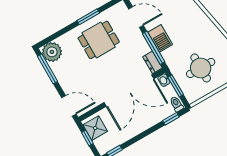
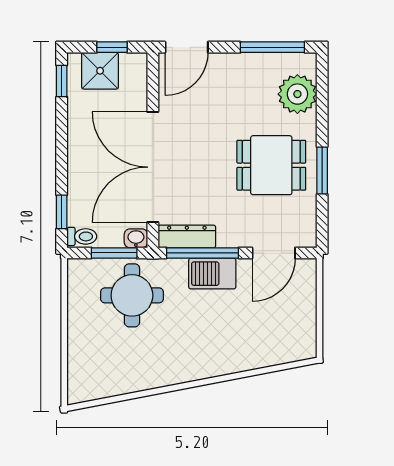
dining table: (99, 40) -> (271, 165), turned 90
plant: (52, 52) -> (297, 94), moved
dresser: (153, 62) -> (187, 237), width x1.44
round table: (201, 68) -> (132, 295), moved
shower: (95, 128) -> (100, 71), moved

